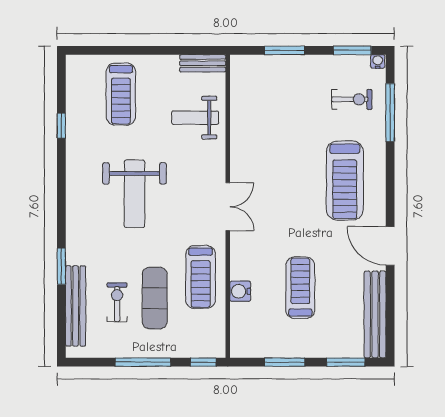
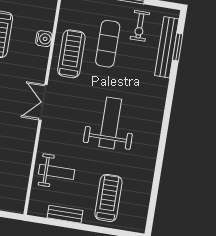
bench: (203, 63) -> (65, 214), moved
window: (61, 126) -> (156, 182), removed
window: (61, 266) -> (178, 47), moved
exercise bike: (117, 302) -> (140, 26), moved

